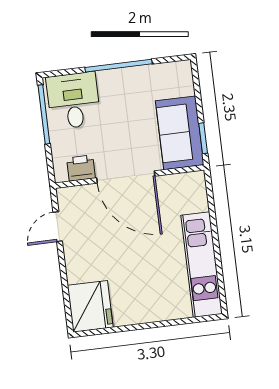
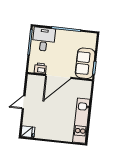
door: (126, 177) -> (58, 76), hinge flipped
door: (58, 227) -> (24, 102), moved
fridge: (90, 306) -> (28, 132), width x0.53, depth x0.75

